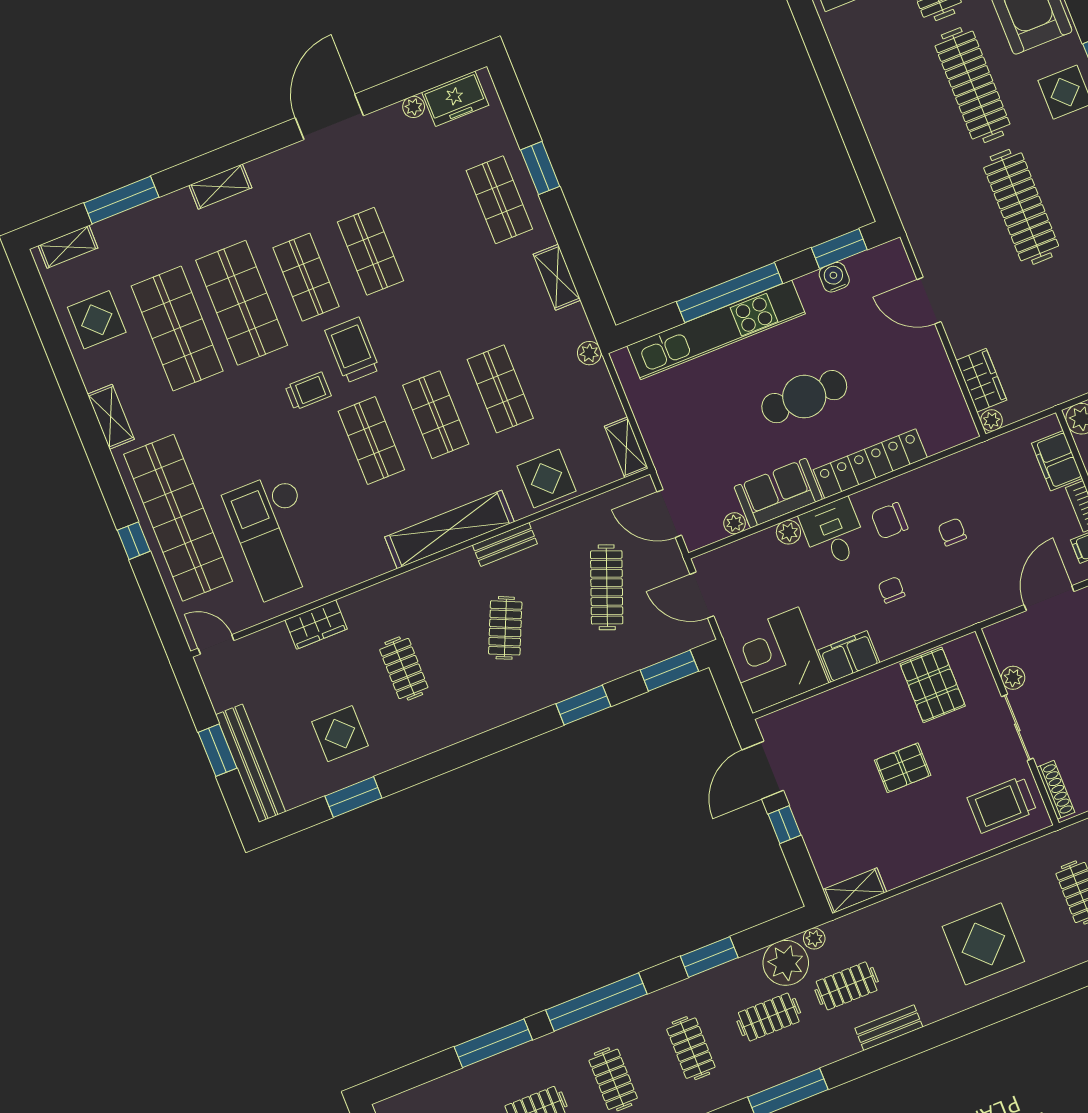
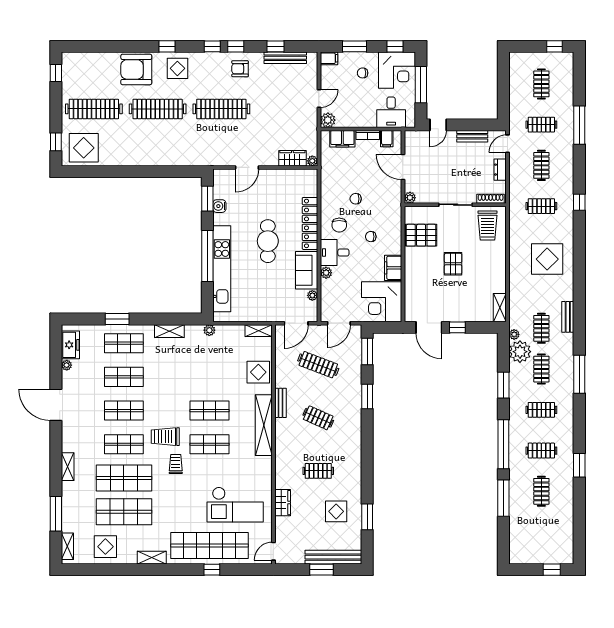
shop shelf: (500, 389) -> (124, 377), moved
plant: (1013, 678) -> (410, 198), moved

